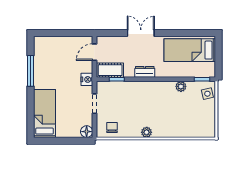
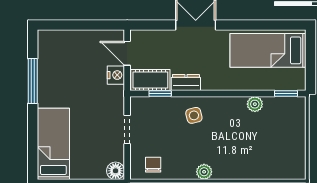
door: (94, 52) -> (127, 53), hinge flipped
dresser: (145, 72) -> (186, 83), moved
nightstand: (87, 79) -> (116, 75), moved
side table: (207, 94) -> (194, 115), moved

